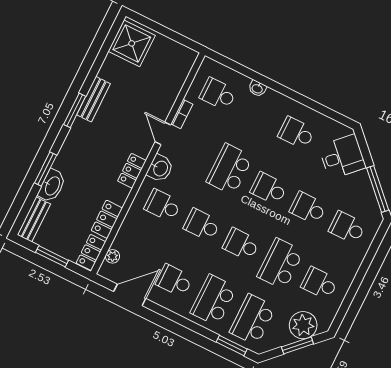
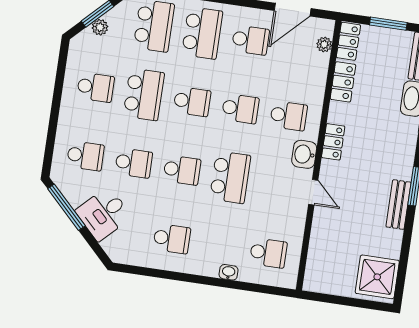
bookcase: (182, 114) -> (300, 219), removed
desk: (342, 157) -> (104, 214), moved
plant: (303, 325) -> (100, 27), width x0.53, depth x0.53

